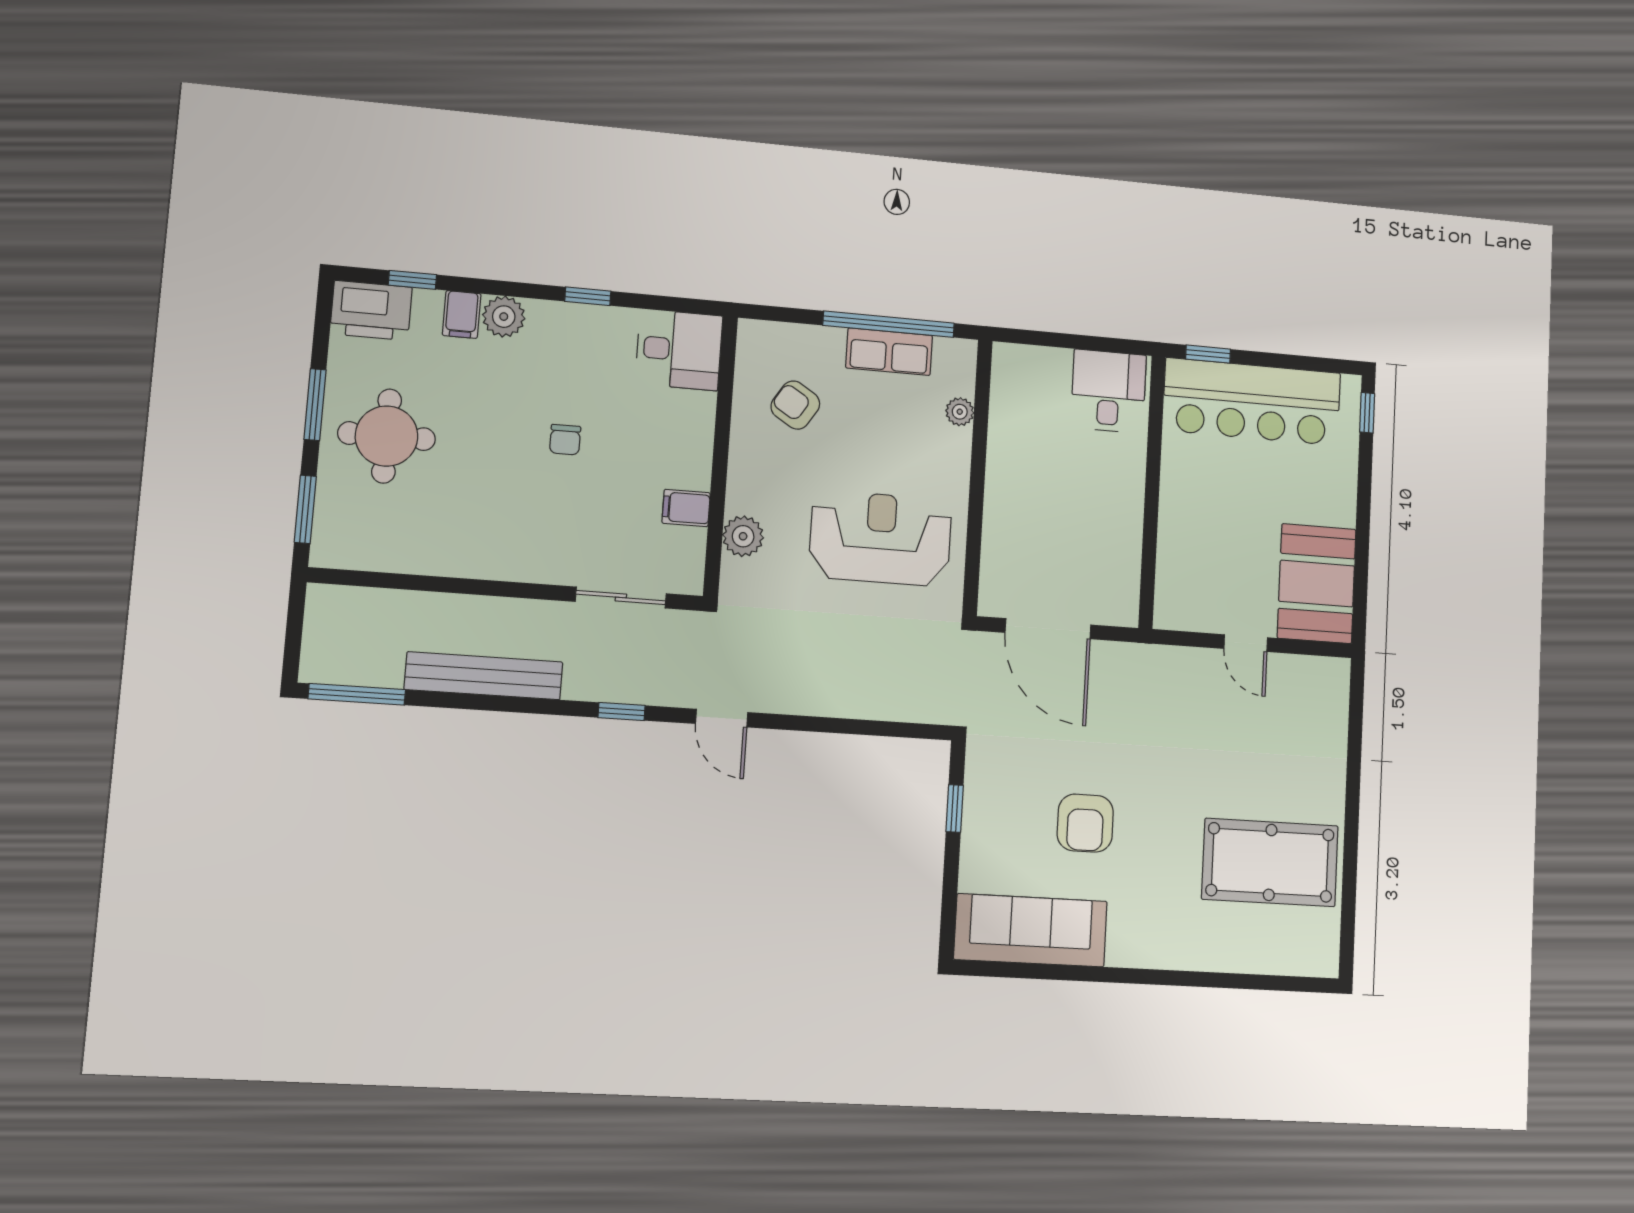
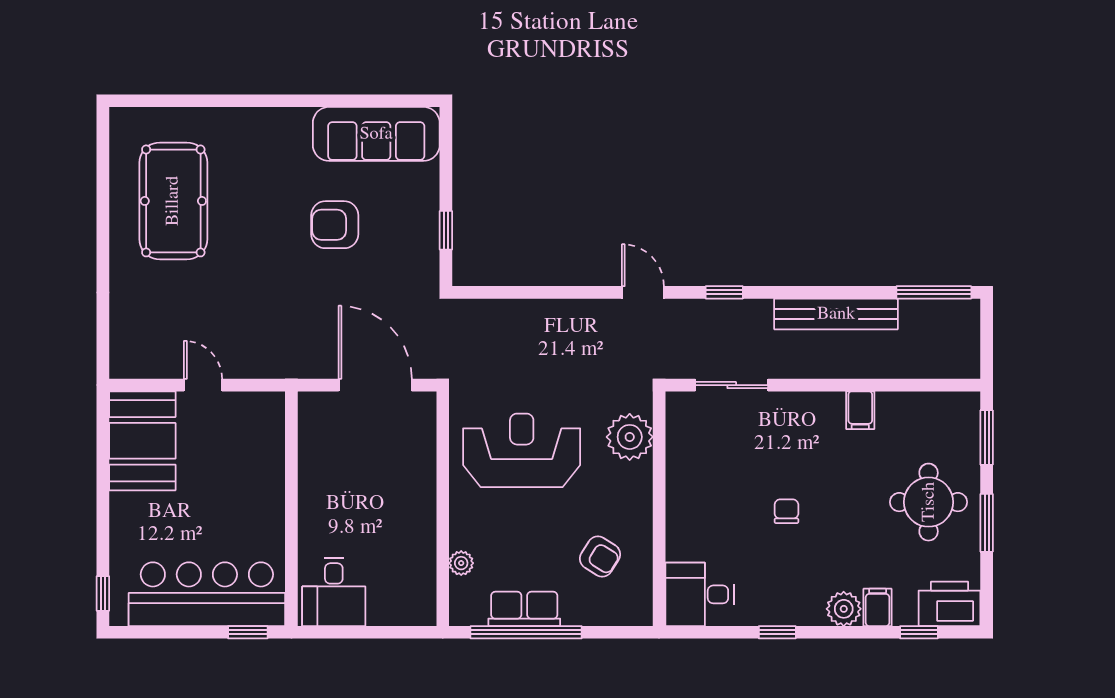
filing cabinet: (686, 508) -> (860, 410), moved, turned 90
plant: (743, 536) -> (630, 437), width x1.36, depth x1.36
reception desk: (880, 538) -> (522, 450), turned 180
armchair: (1085, 823) -> (335, 225), turned -90
pool table: (1270, 862) -> (173, 201), turned 90

